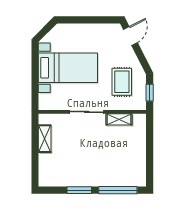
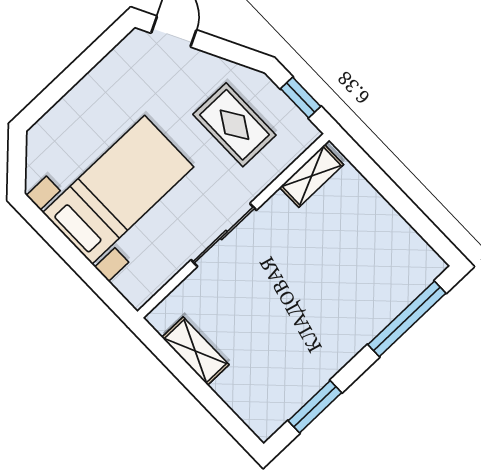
shelving: (119, 119) -> (312, 176), moved
window: (79, 190) -> (315, 407), moved

